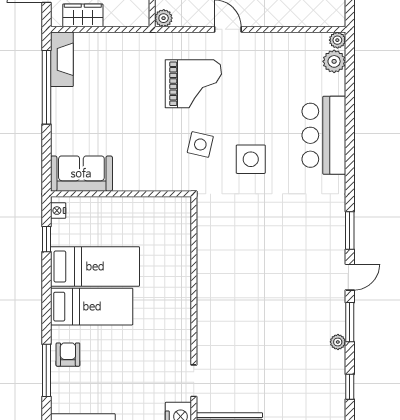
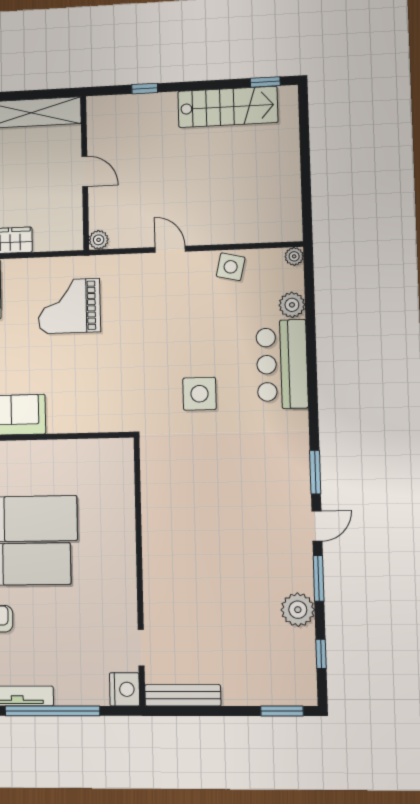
plant: (334, 61) -> (292, 305), moved
grand piano: (193, 84) -> (69, 306), moved, turned 180
side table: (200, 144) -> (231, 267), moved
plant: (338, 342) -> (298, 610), width x1.87, depth x1.87

